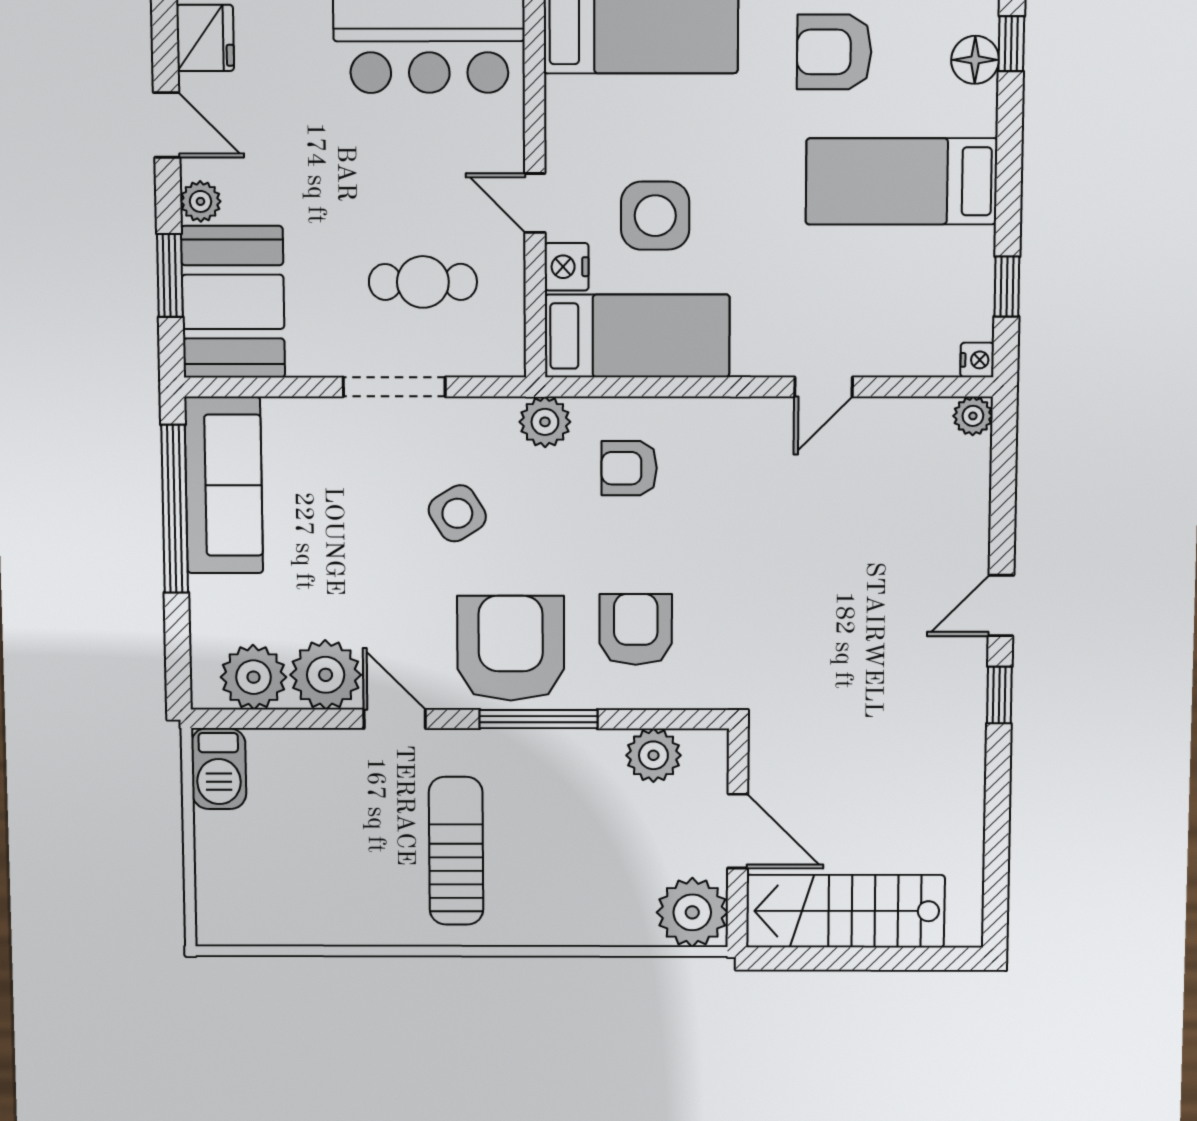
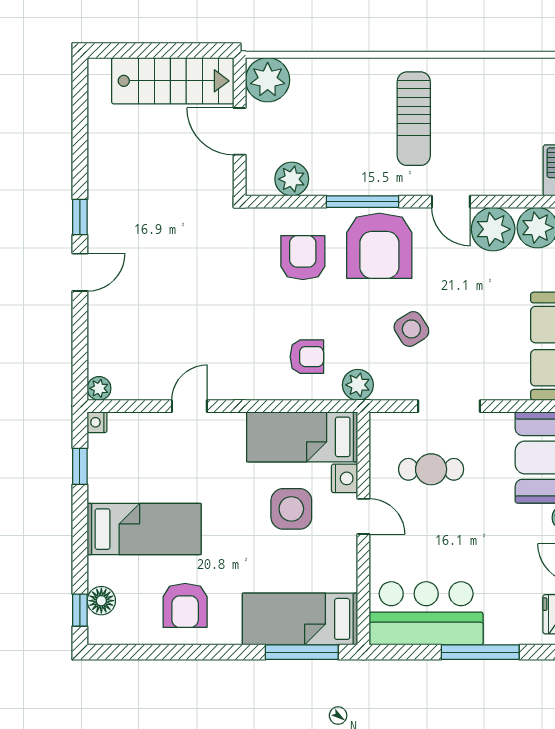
armchair: (834, 52) -> (185, 605), turned 90
armchair: (636, 629) -> (303, 258), turned 180

